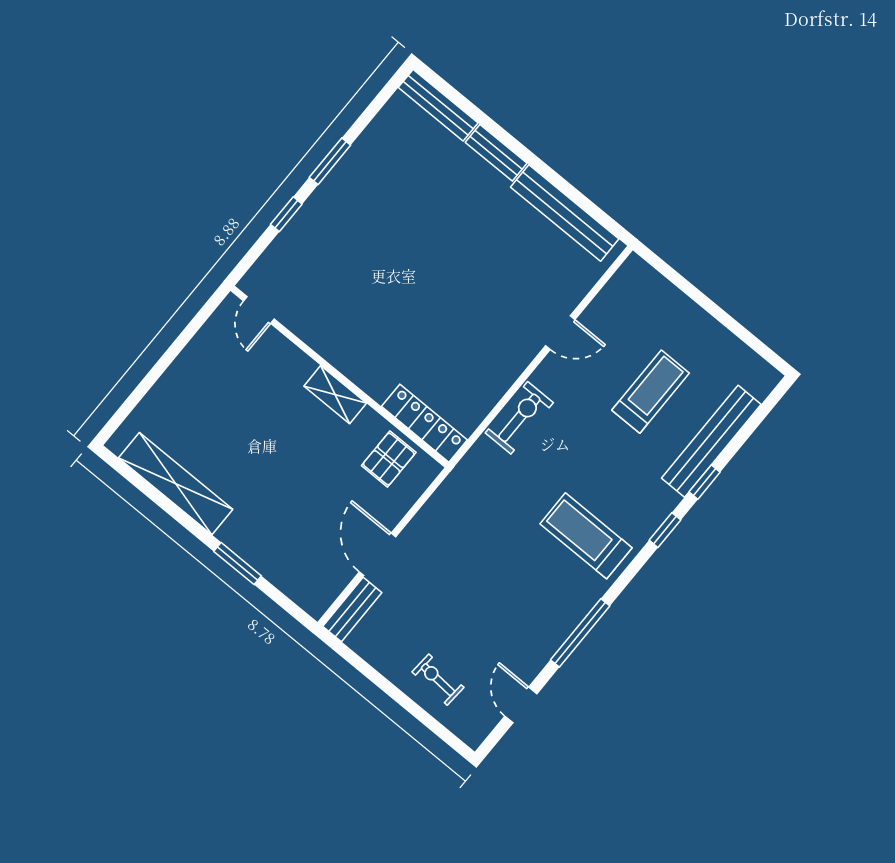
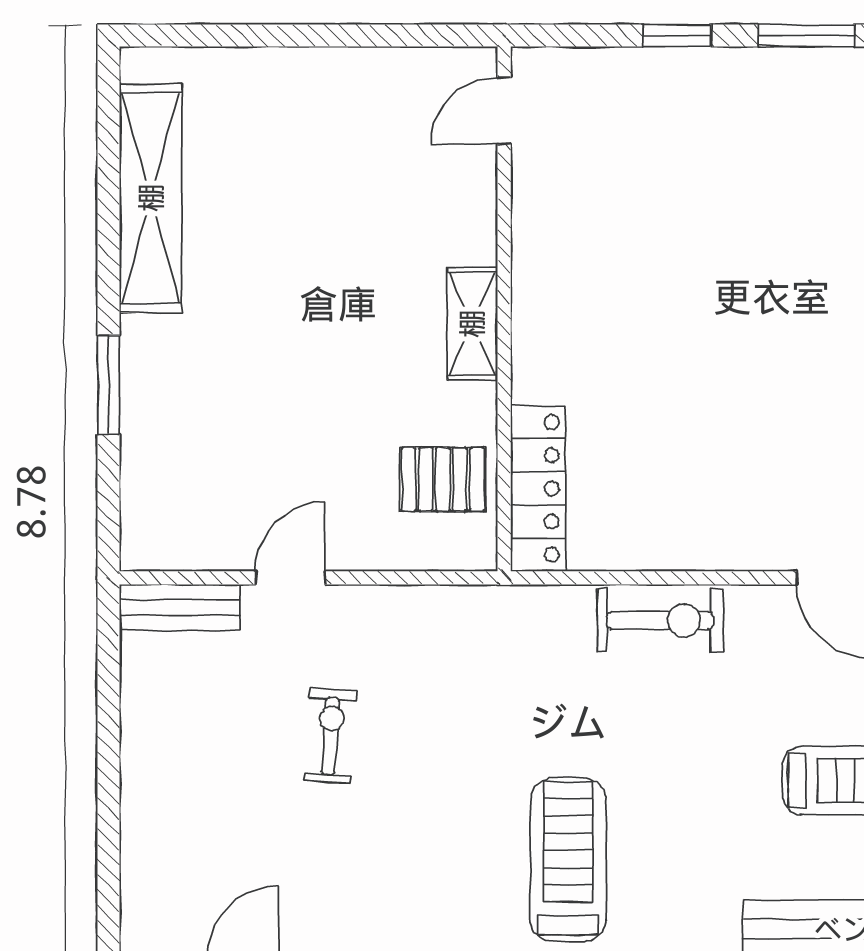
door: (378, 554) -> (290, 578), width x0.73
exercise bike: (438, 680) -> (330, 736), moved

